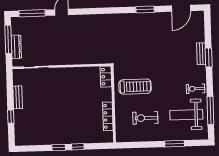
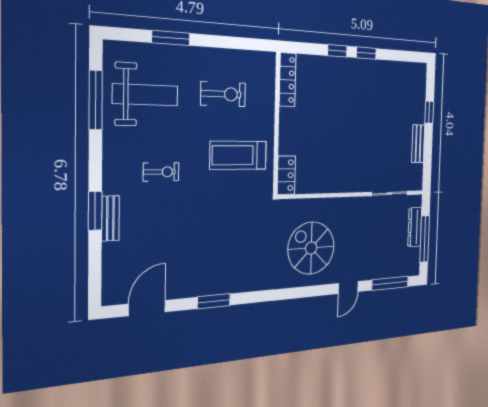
spiral stairs: (88, 36) -> (311, 248), added
exercise bike: (196, 89) -> (161, 172), moved
locker: (108, 116) -> (288, 80), moved

